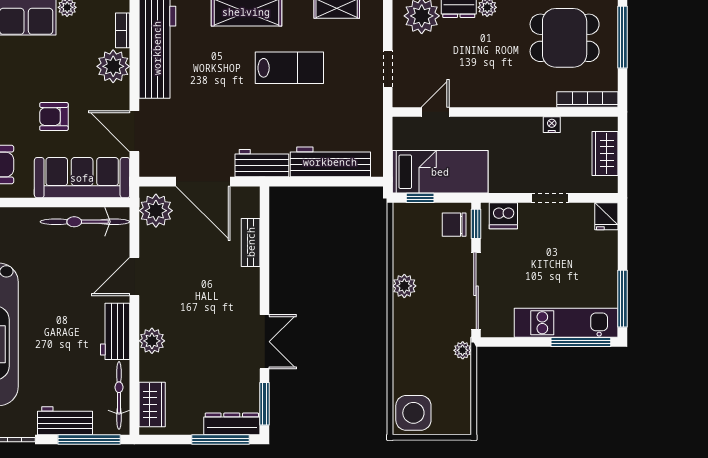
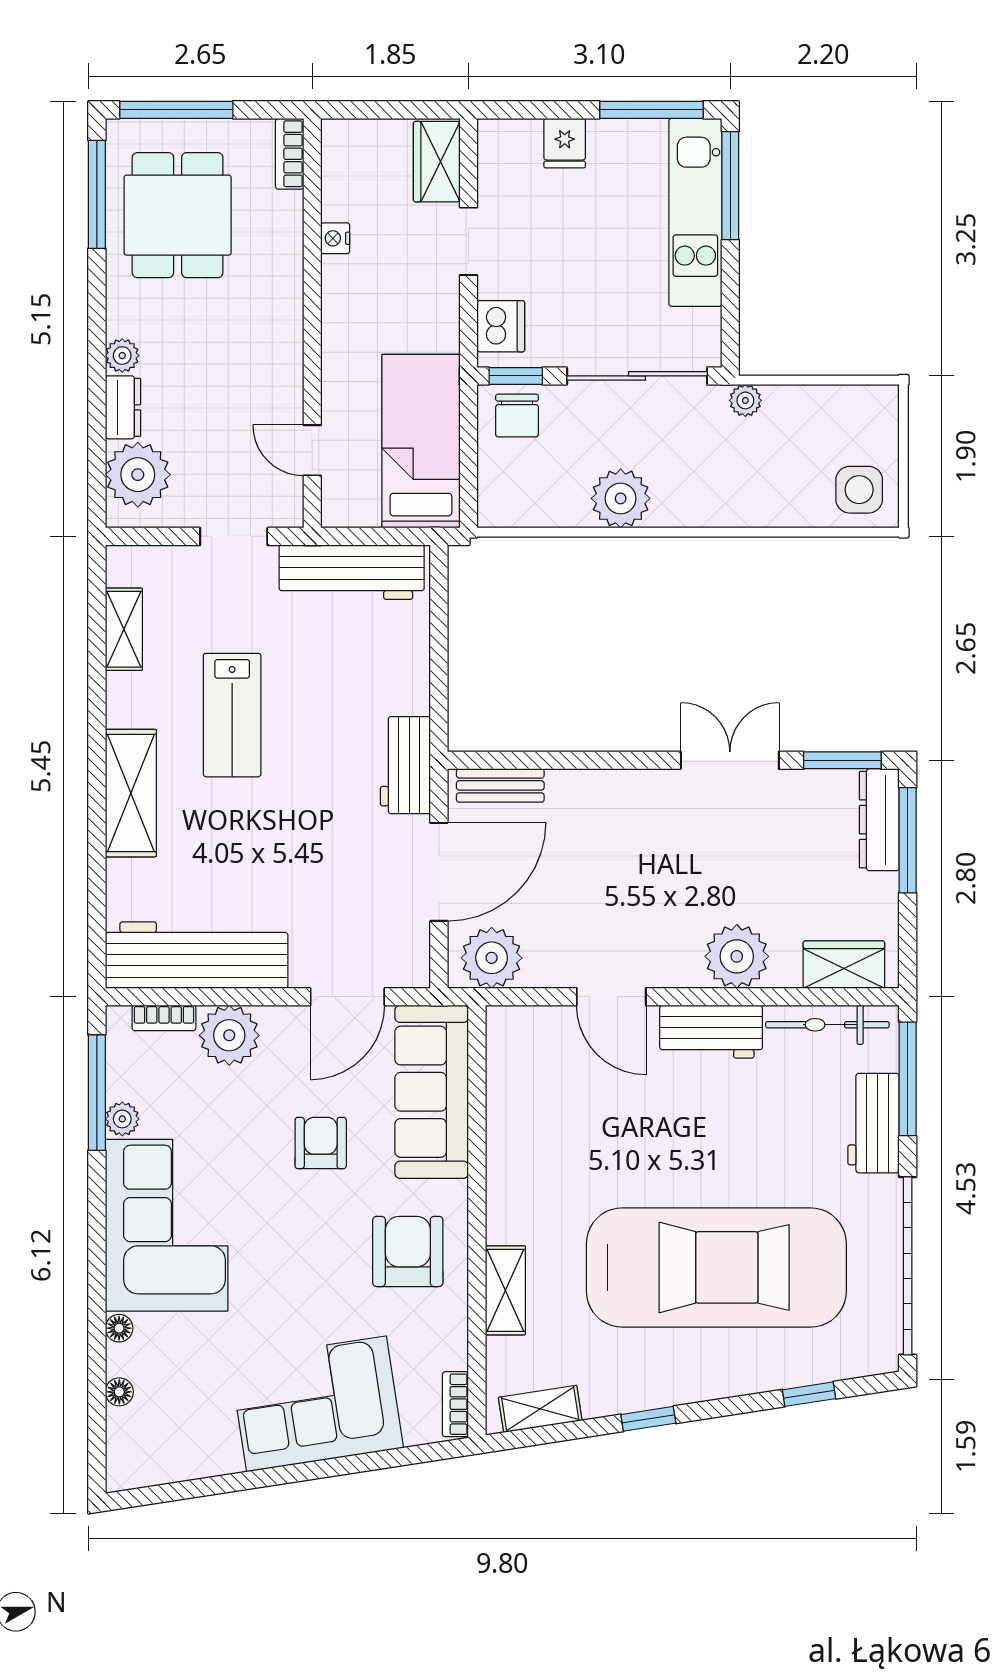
lab bench: (289, 68) -> (232, 715), turned 180
bookcase: (587, 99) -> (290, 154), width x0.64
armchair: (54, 117) -> (321, 1143), turned 180
wardrobe: (605, 153) -> (437, 162), moved, turned 90
workbench: (330, 162) -> (352, 572), moved, turned -90
window: (420, 198) -> (468, 478), removed
fridge: (606, 216) -> (565, 143), moved, turned 90
bicycle: (85, 222) -> (512, 1087), removed
bench: (251, 242) -> (500, 785), moved
plant: (404, 286) -> (621, 498), width x1.36, depth x1.36
plant: (152, 341) -> (737, 956), width x1.36, depth x1.36
side table: (413, 413) -> (859, 490), width x0.73, depth x0.73

